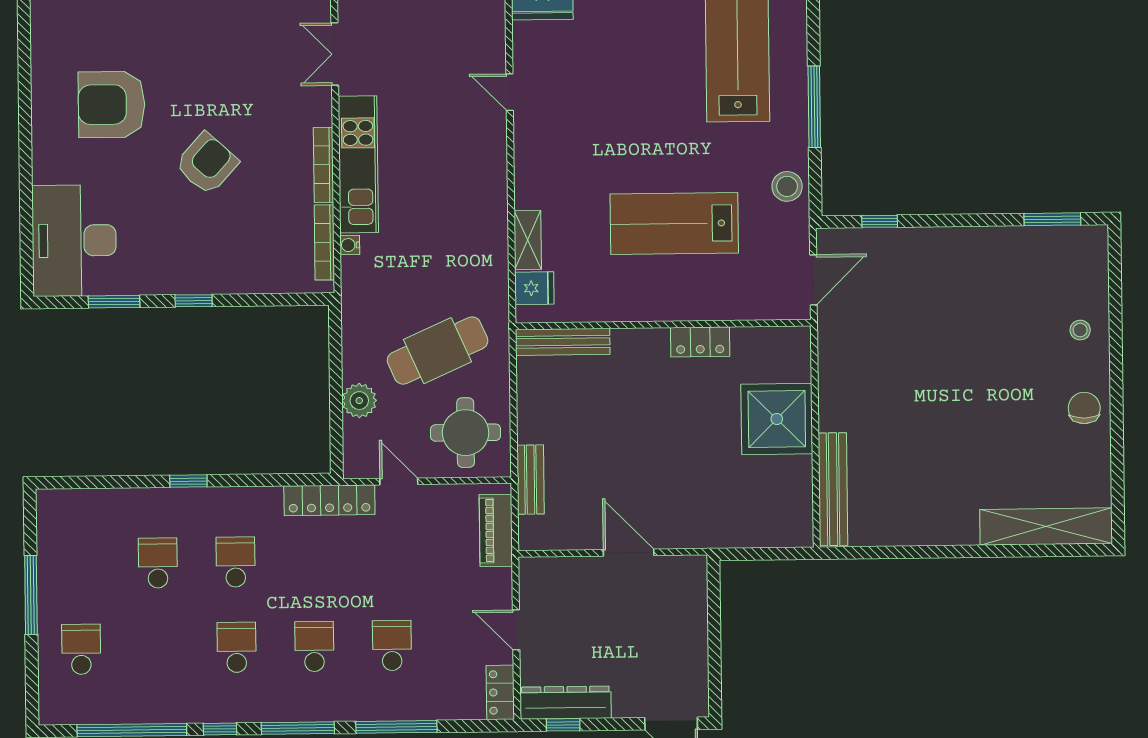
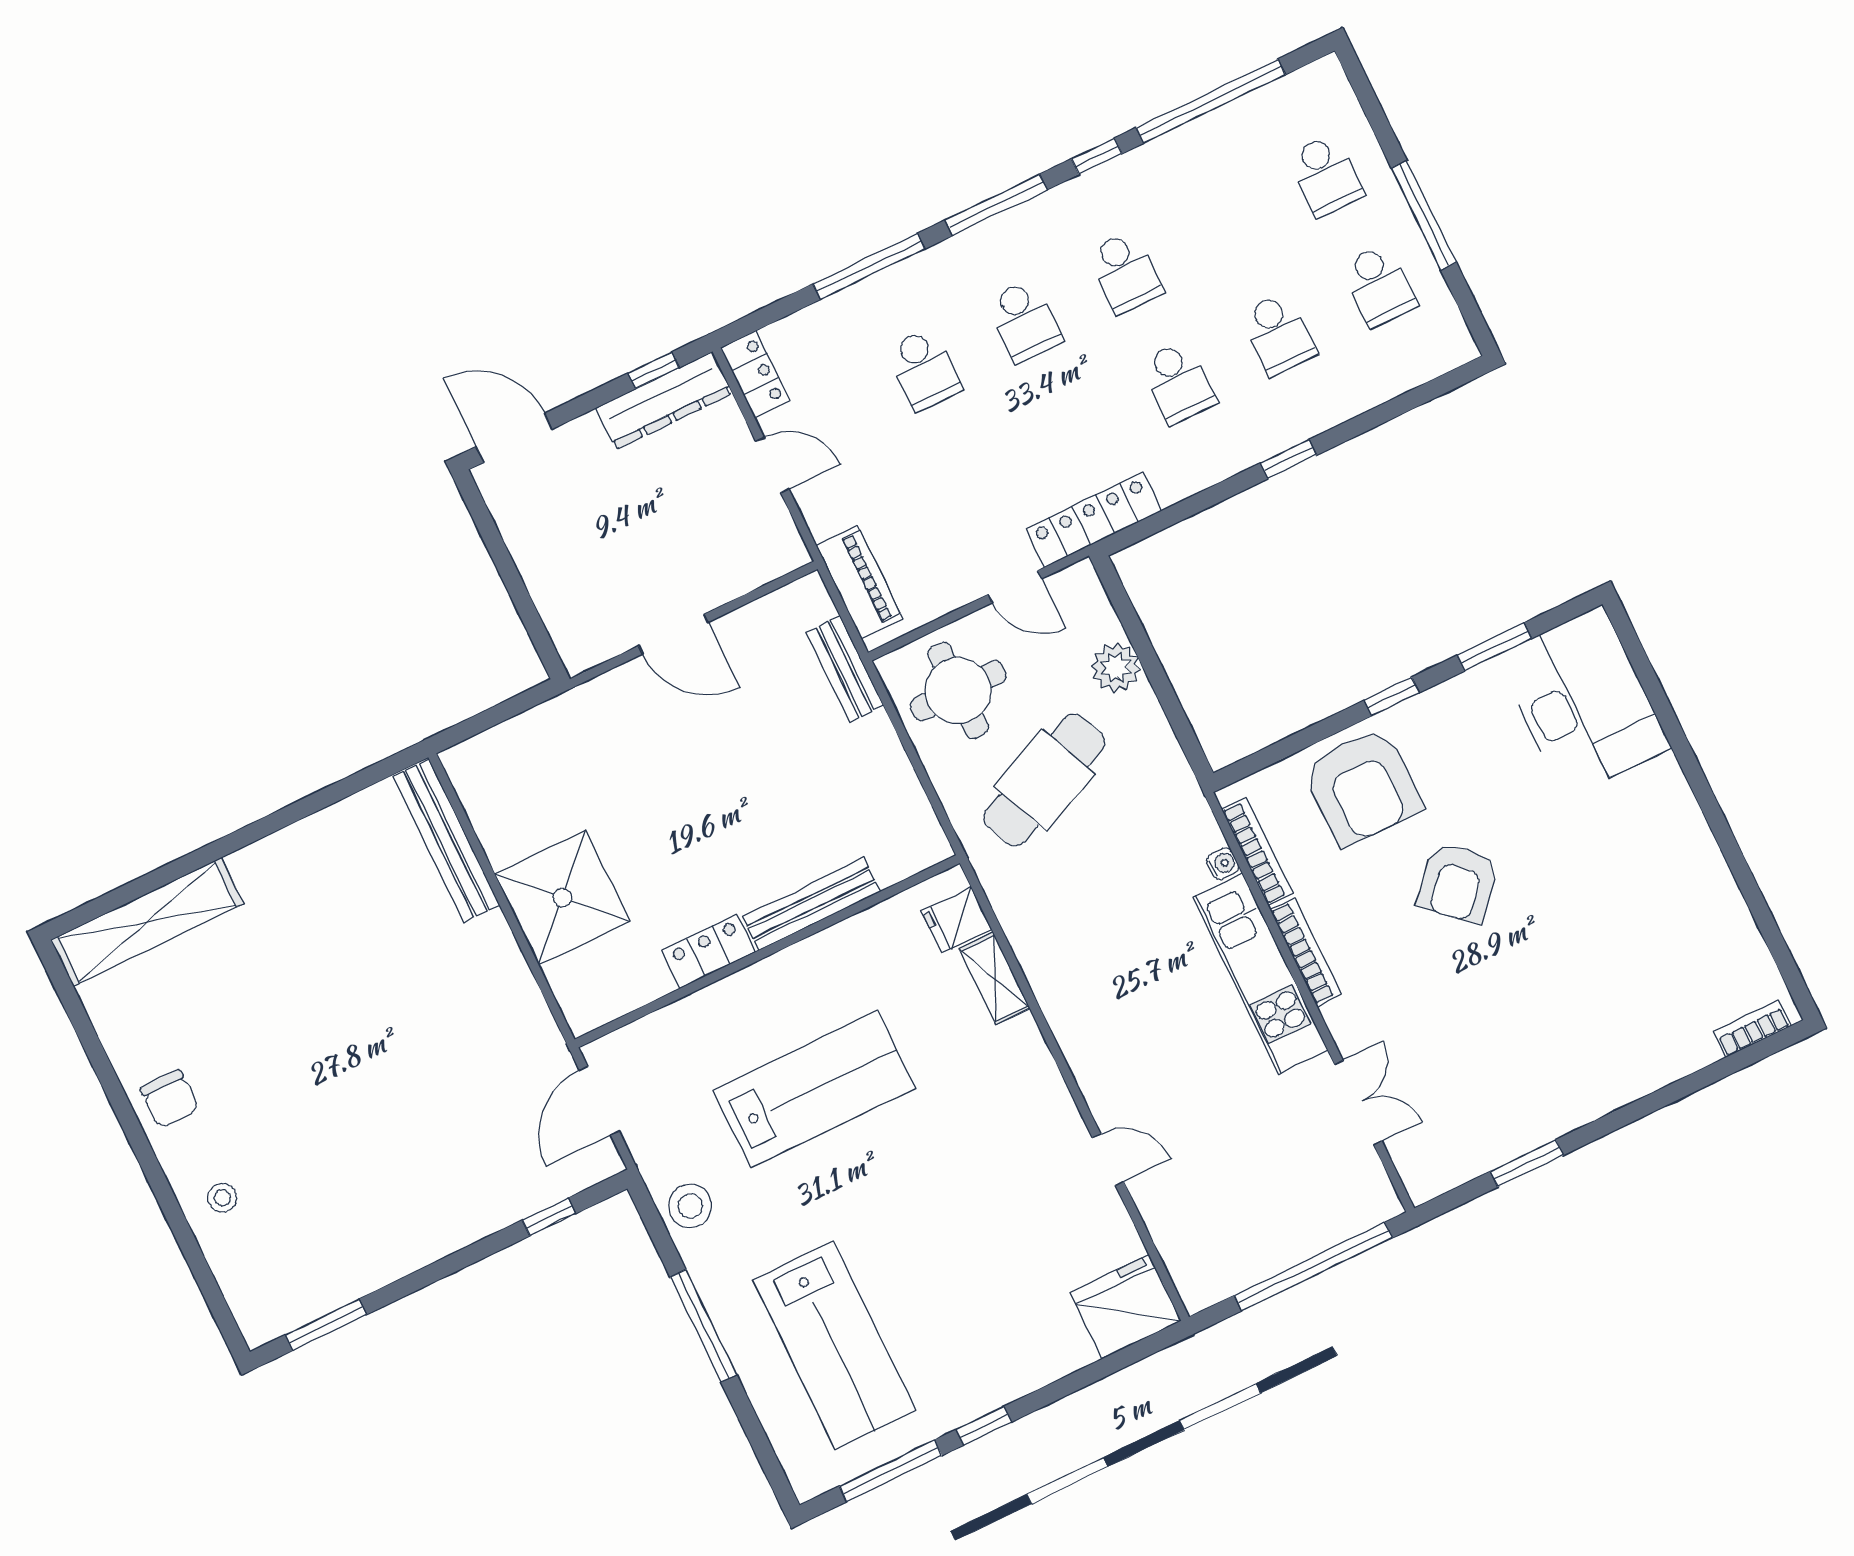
armchair: (112, 105) -> (1362, 787), moved, turned 90
bench: (563, 342) -> (811, 904), moved
school desk: (80, 564) -> (1379, 286), added

